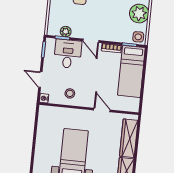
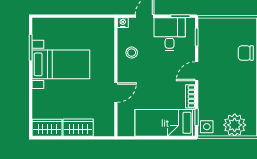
plant: (66, 32) -> (204, 40), removed
desk: (68, 54) -> (170, 34), moved, turned -90
wardrobe: (129, 138) -> (78, 128), width x0.67

